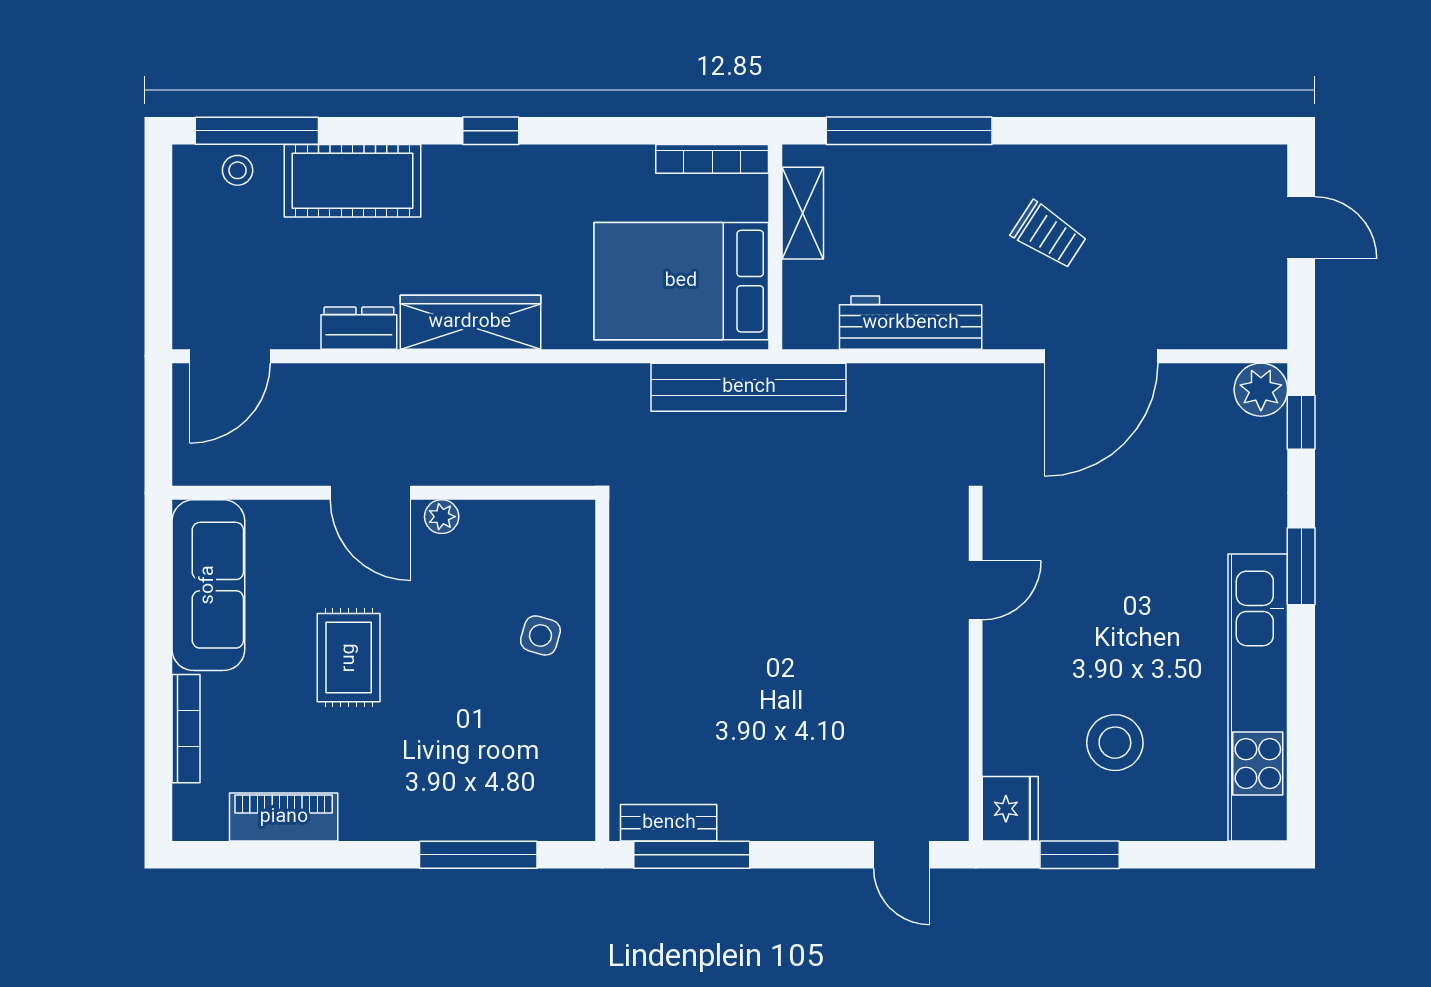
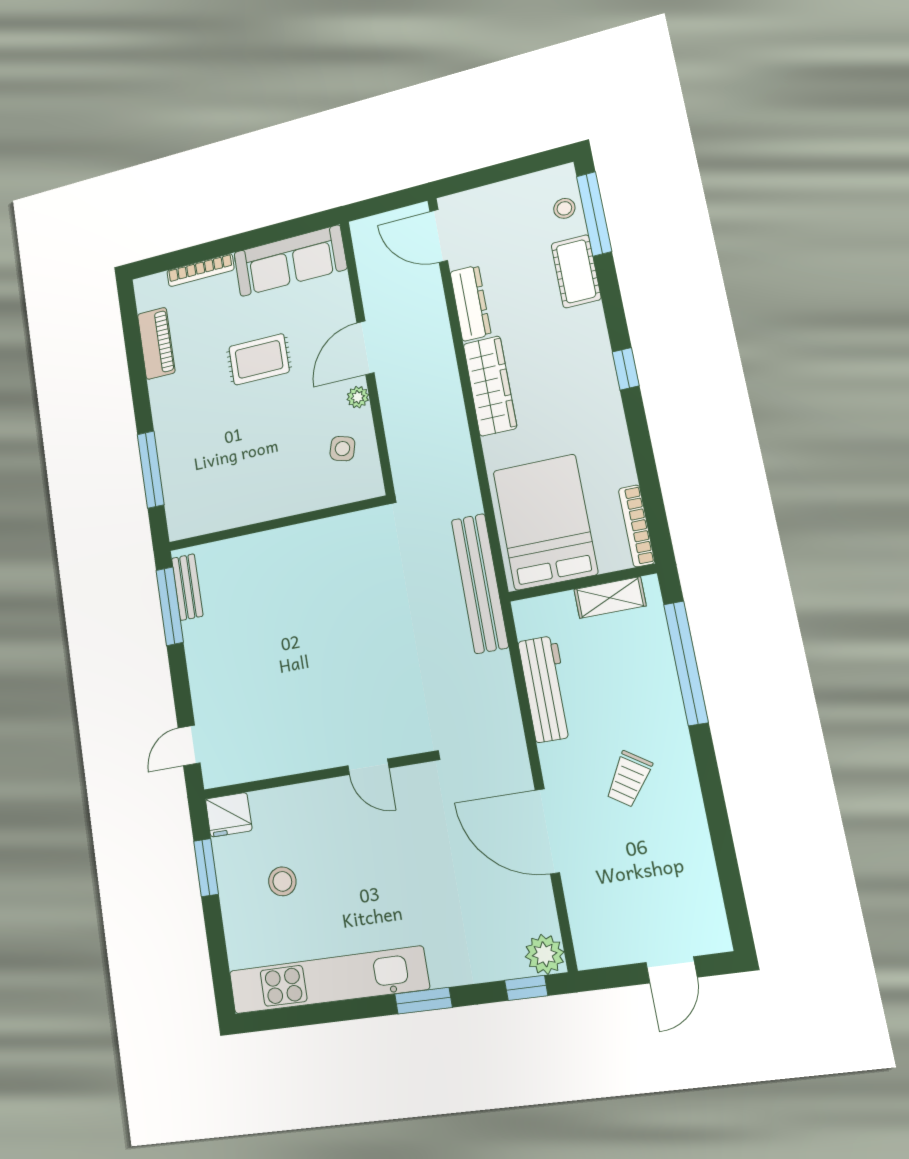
cot: (353, 181) -> (576, 271), width x0.73, depth x0.75
dresser: (359, 328) -> (470, 303), width x1.44
side table: (540, 635) -> (342, 449), moved
stool: (1115, 743) -> (282, 881), width x0.73, depth x0.73

